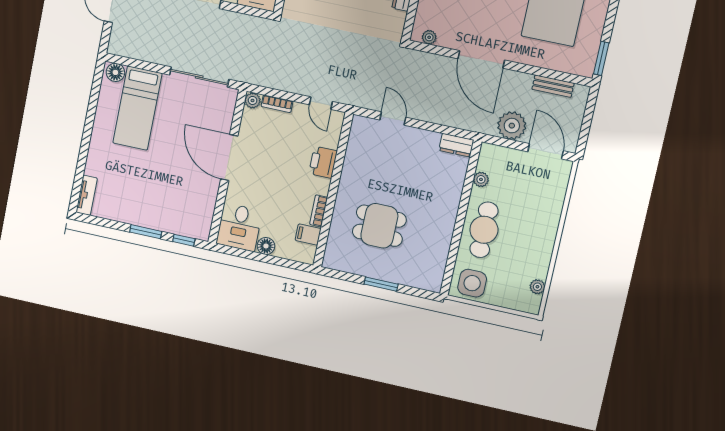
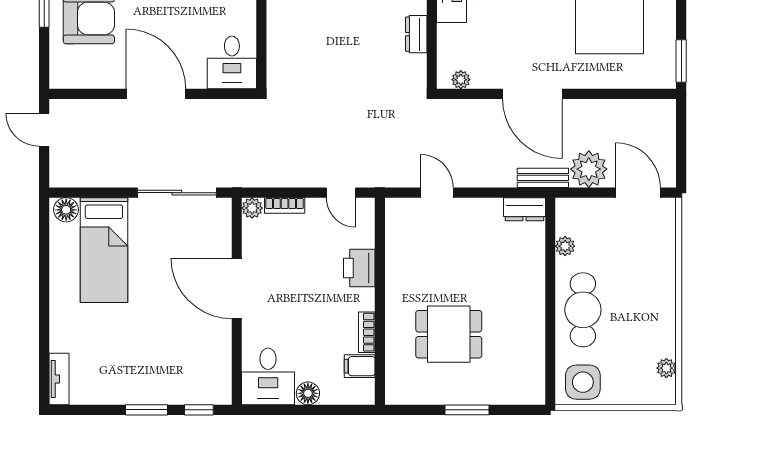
bench: (553, 86) -> (543, 178), moved

